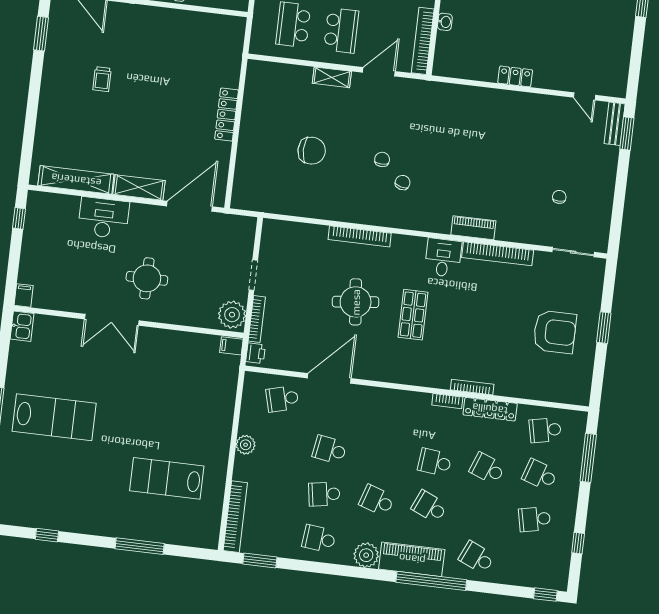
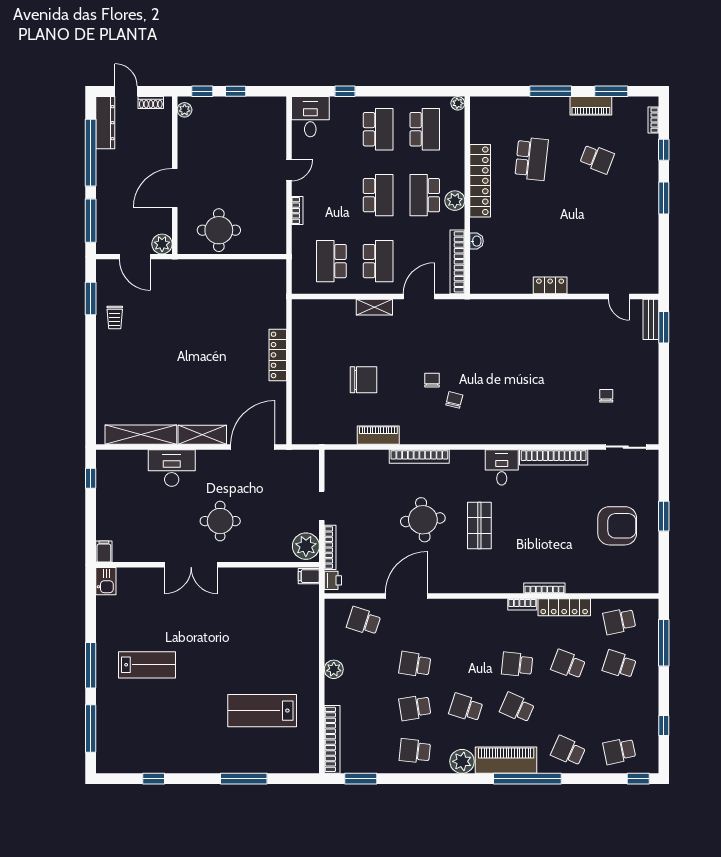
trolley: (102, 79) -> (115, 317), moved
piano: (473, 228) -> (378, 435), moved
school desk: (282, 399) -> (364, 621), turned 33
lab bench: (54, 417) -> (147, 665), width x0.73, depth x0.72
school desk: (535, 519) -> (619, 751), moved

